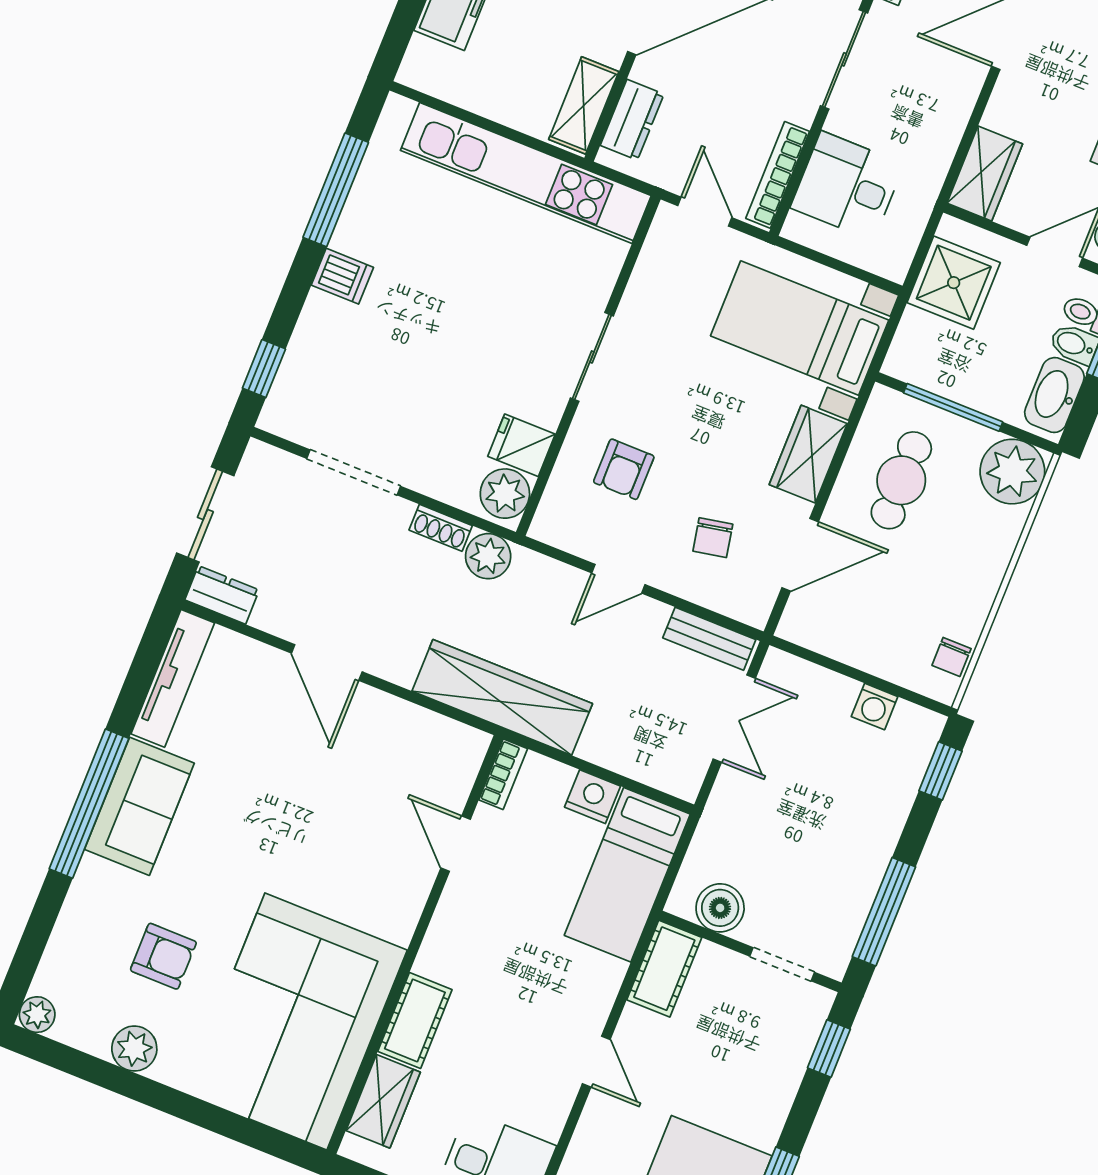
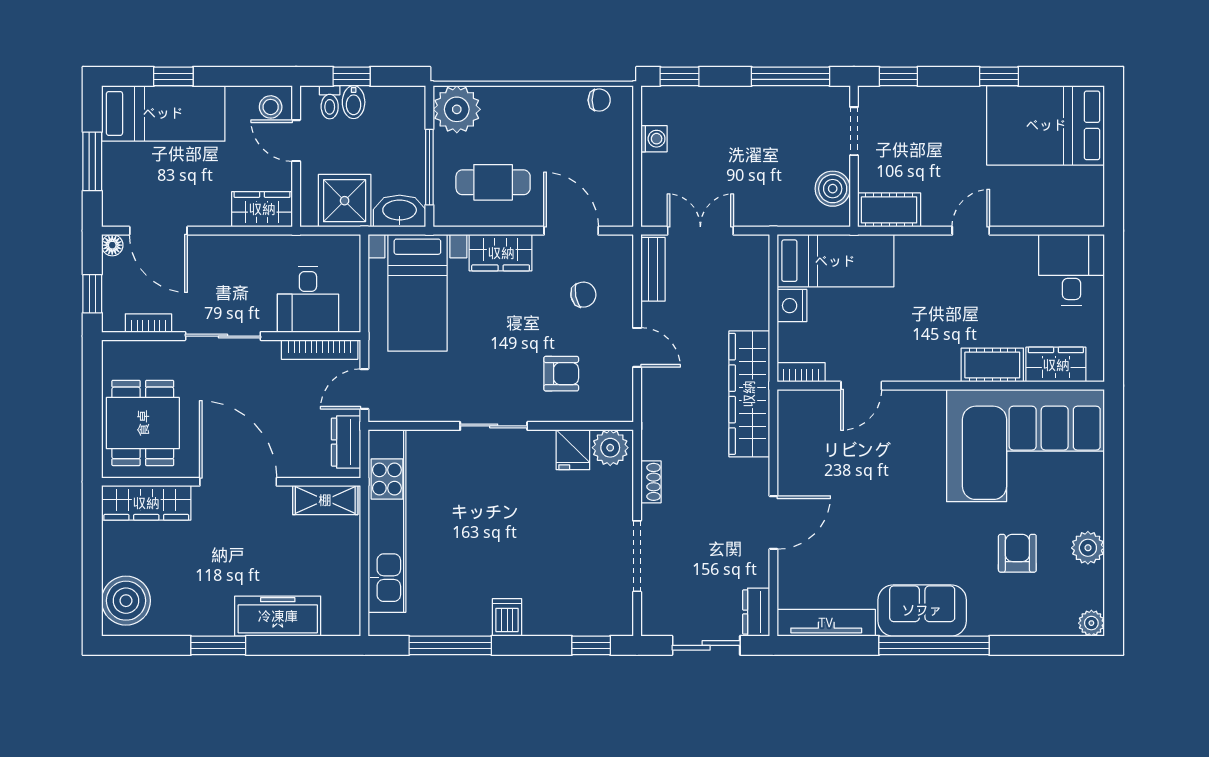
dresser: (632, 120) -> (346, 442), moved, turned -90
washbasin: (1054, 395) -> (400, 211), moved, turned 180
plant: (488, 556) -> (657, 442), removed

